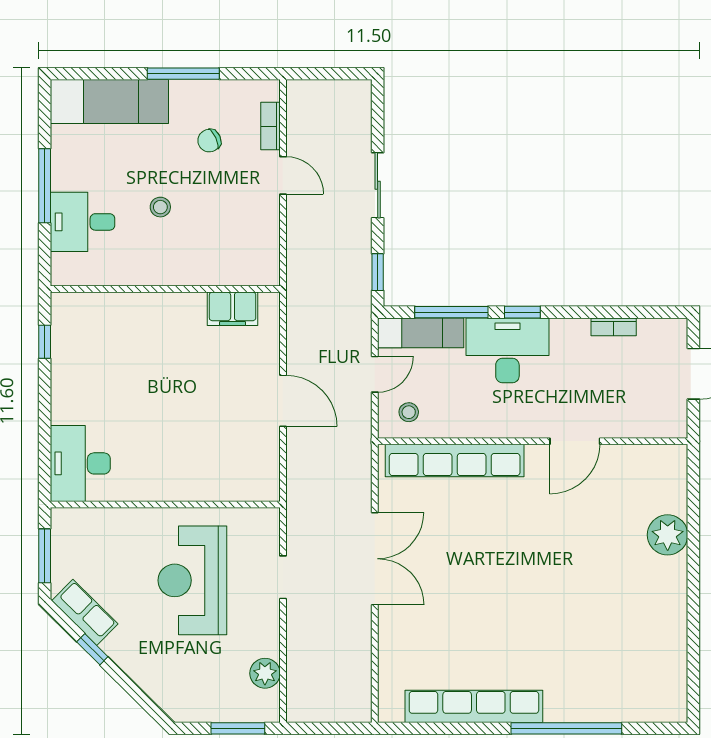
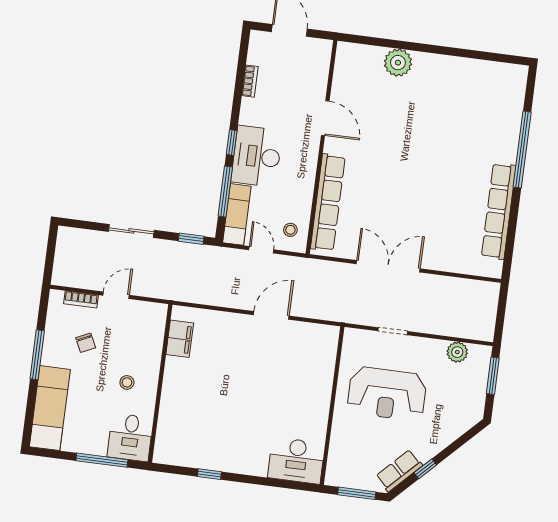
wall: (165, 289) -> (160, 383), moved
filing cabinet: (233, 309) -> (180, 339), moved

